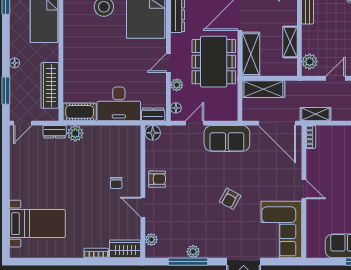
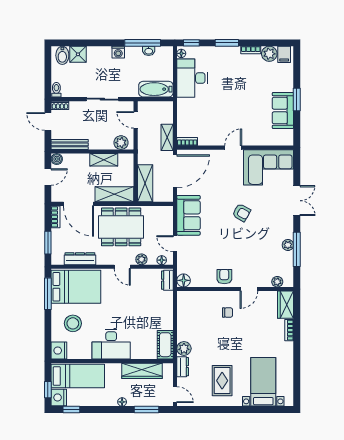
desk: (119, 104) -> (111, 344), moved, turned 90
rug: (39, 177) -> (222, 381), added

